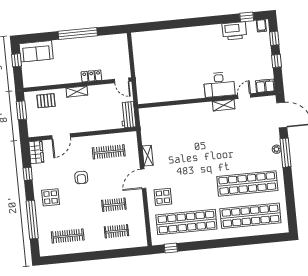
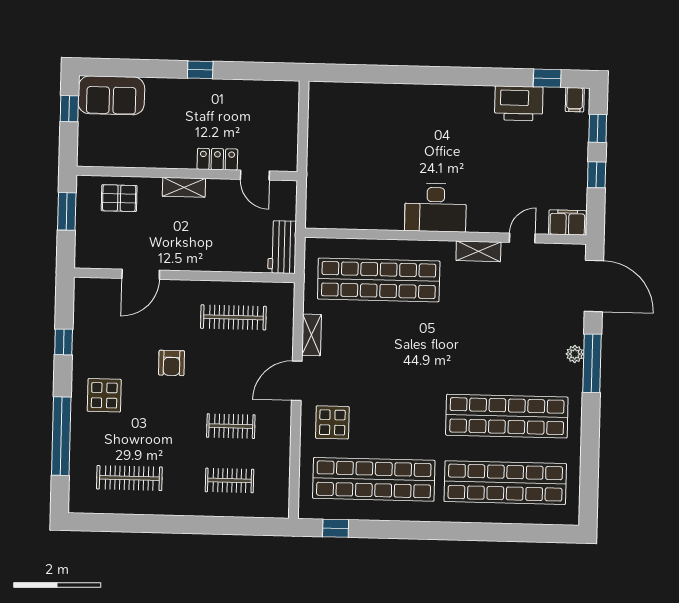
window: (78, 34) -> (200, 70), width x0.32
door: (122, 80) -> (255, 175), moved
desk: (219, 85) -> (436, 208), moved
shop shelf: (177, 125) -> (379, 280), added
wardrobe: (36, 152) -> (86, 300), removed

